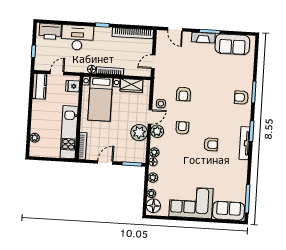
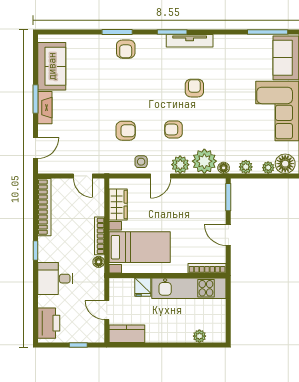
desk: (77, 38) -> (55, 279), width x0.73
fridge: (73, 86) -> (143, 287), moved
door: (150, 117) -> (161, 176), swing flipped
plant: (139, 133) -> (184, 190), removed
plant: (154, 152) -> (204, 161), width x1.87, depth x1.87

